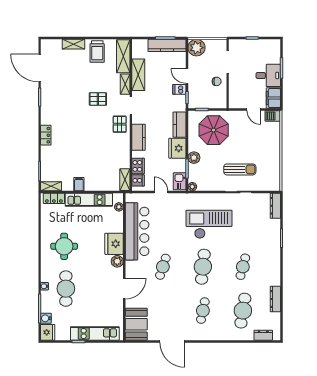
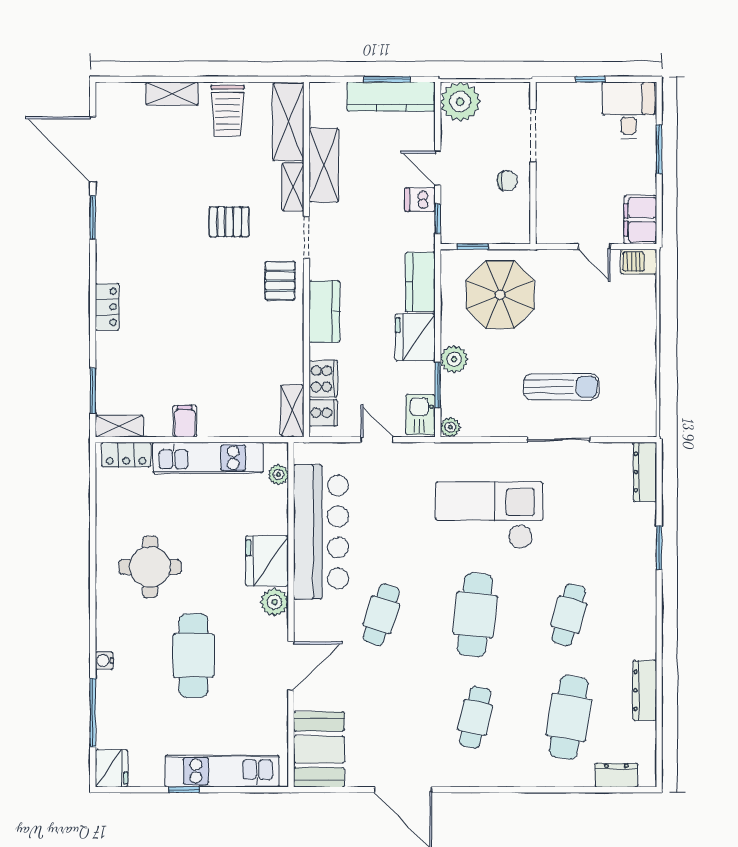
desk: (268, 75) -> (629, 110), moved, turned -90
cafe table: (66, 289) -> (193, 655), moved
water cooler: (46, 318) -> (107, 735), removed

